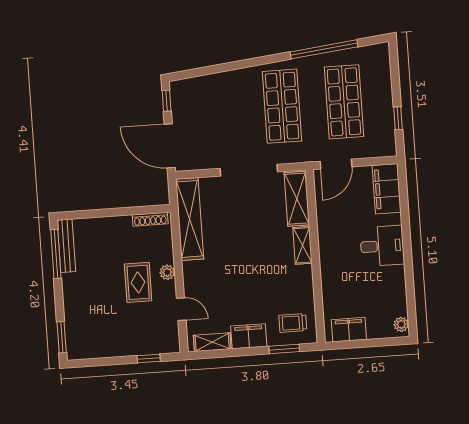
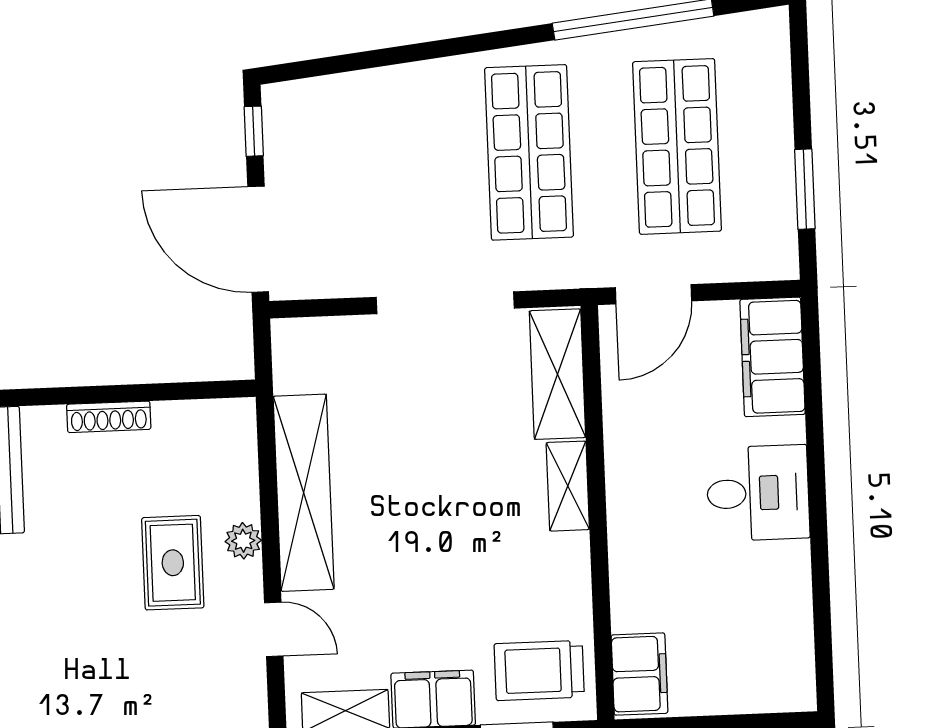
window: (398, 118) -> (805, 189), width x1.50
shoe rack: (150, 219) -> (109, 417), moved
shelving: (190, 219) -> (304, 493), moved
trolley: (293, 323) -> (539, 670), width x1.36, depth x1.39
plant: (401, 324) -> (798, 682), removed
filing cabinet: (349, 330) -> (639, 674), moved, turned 90

